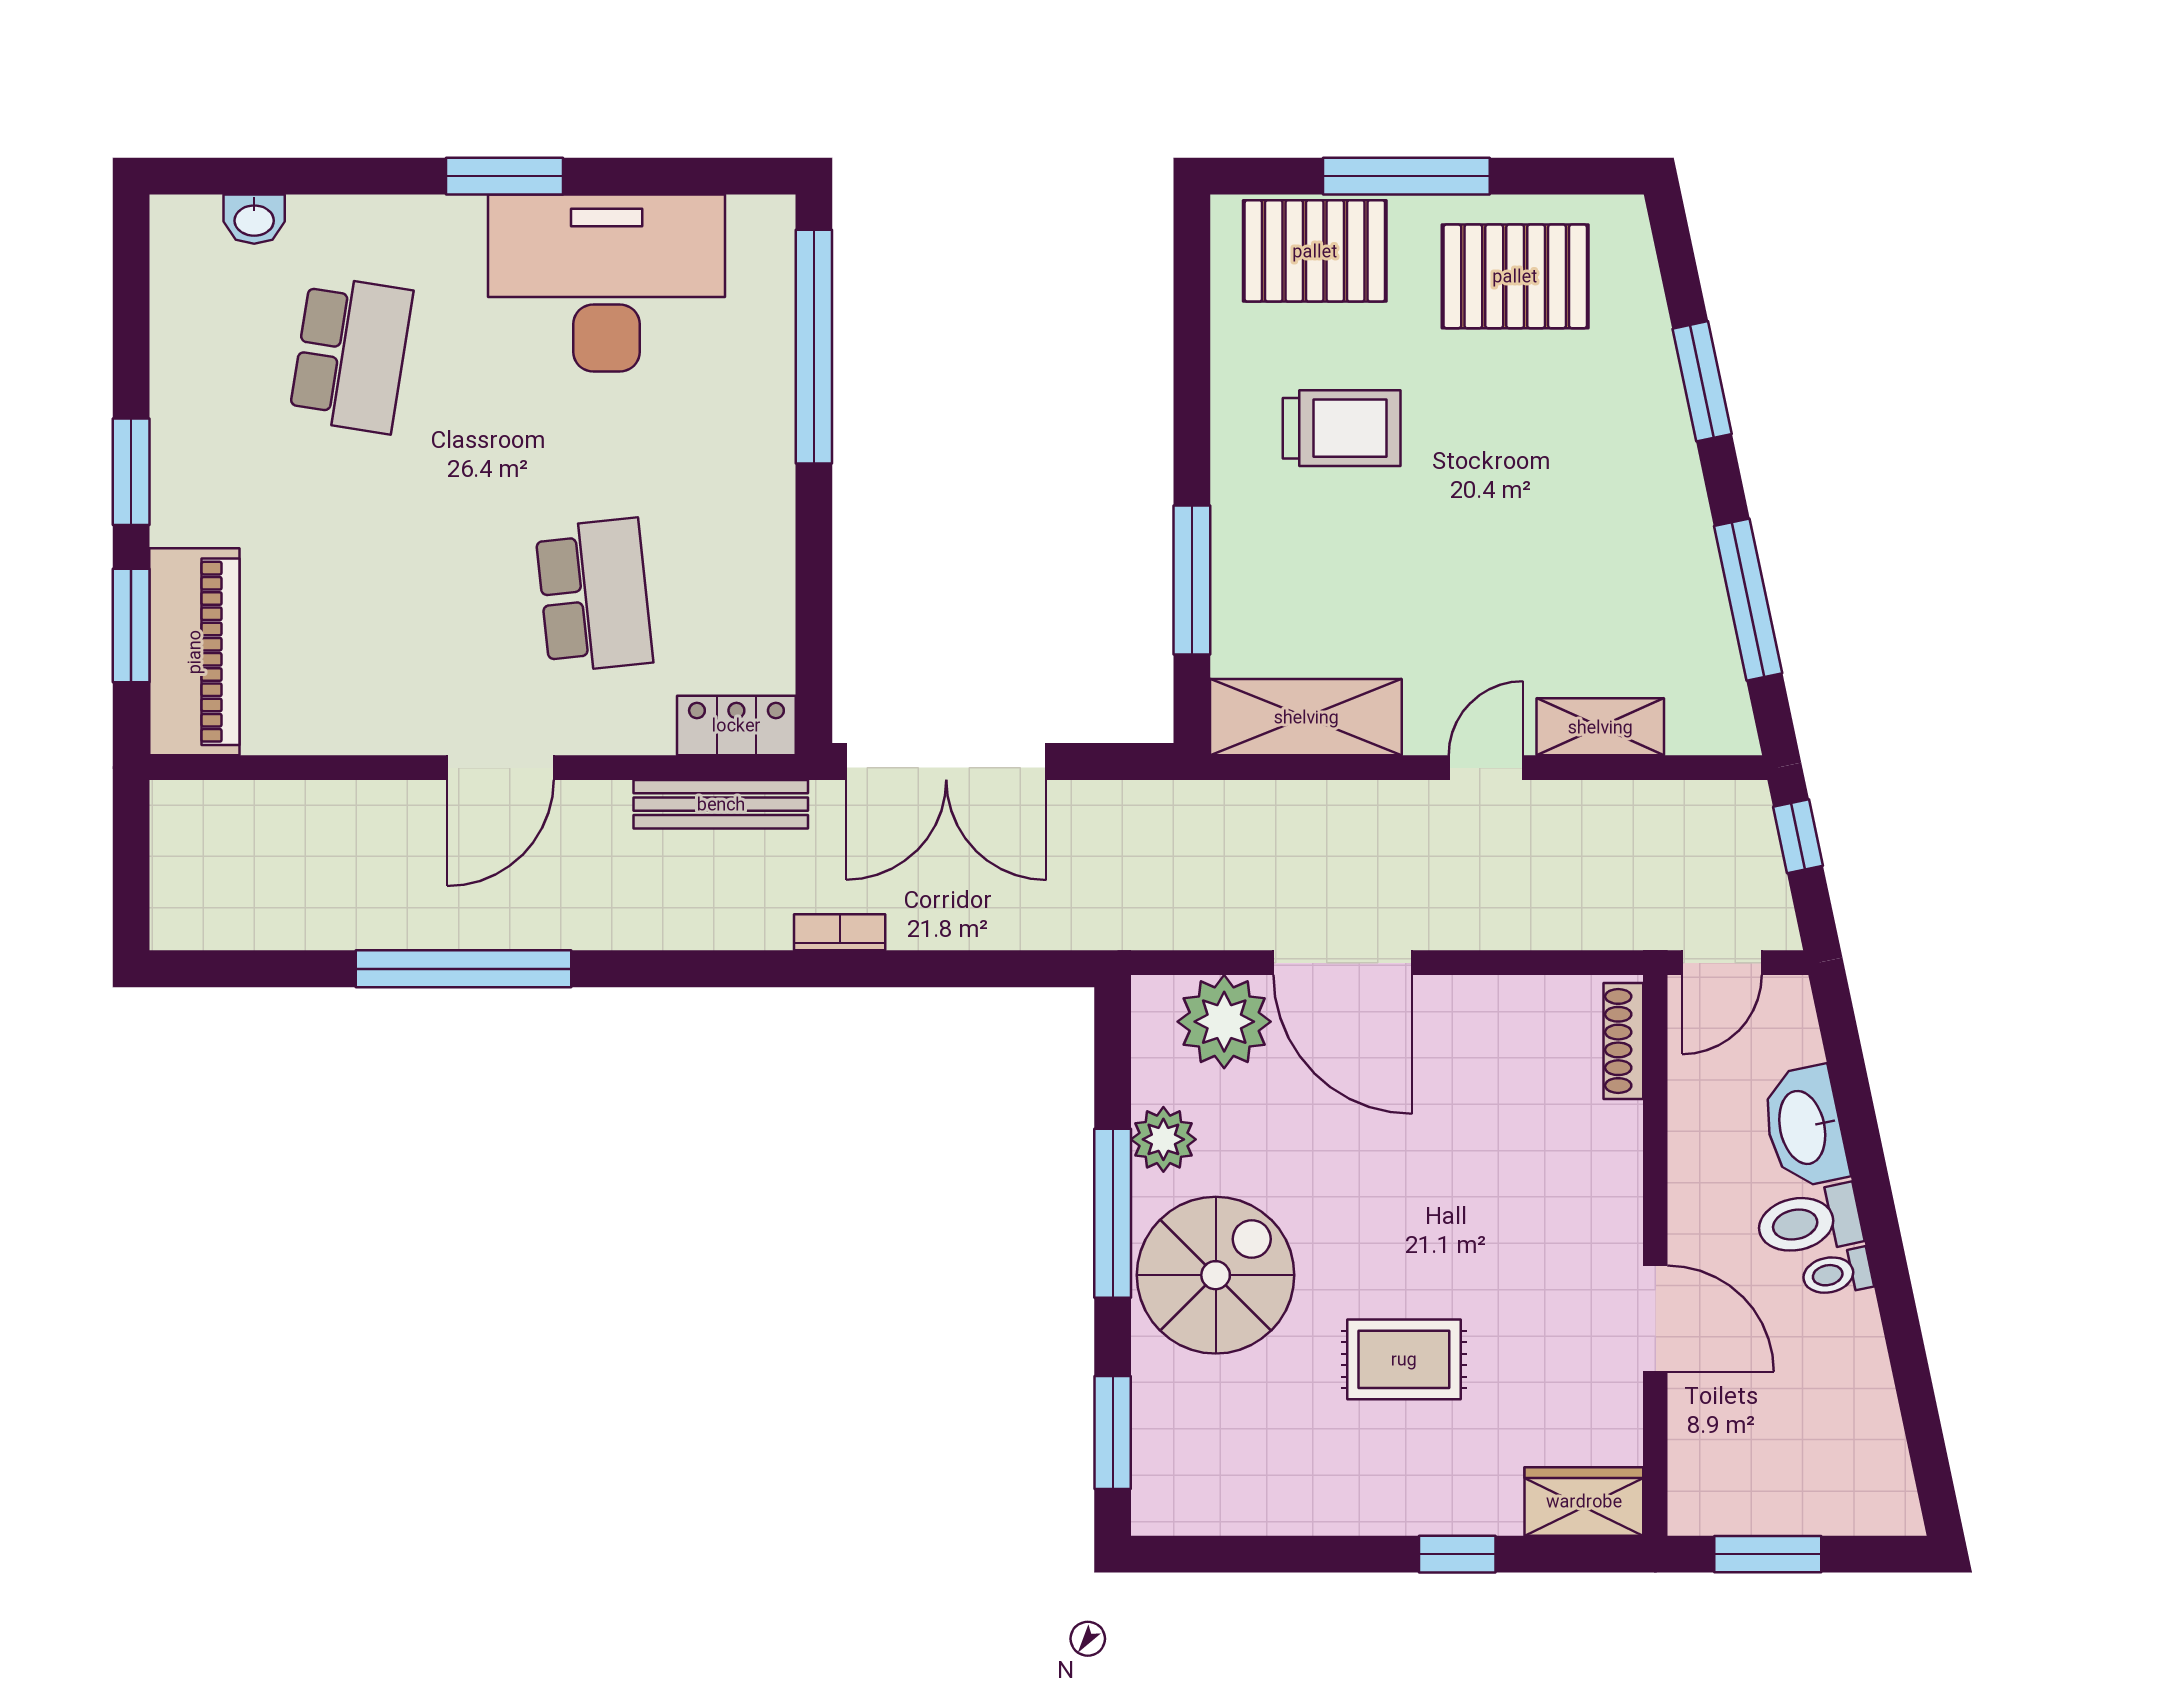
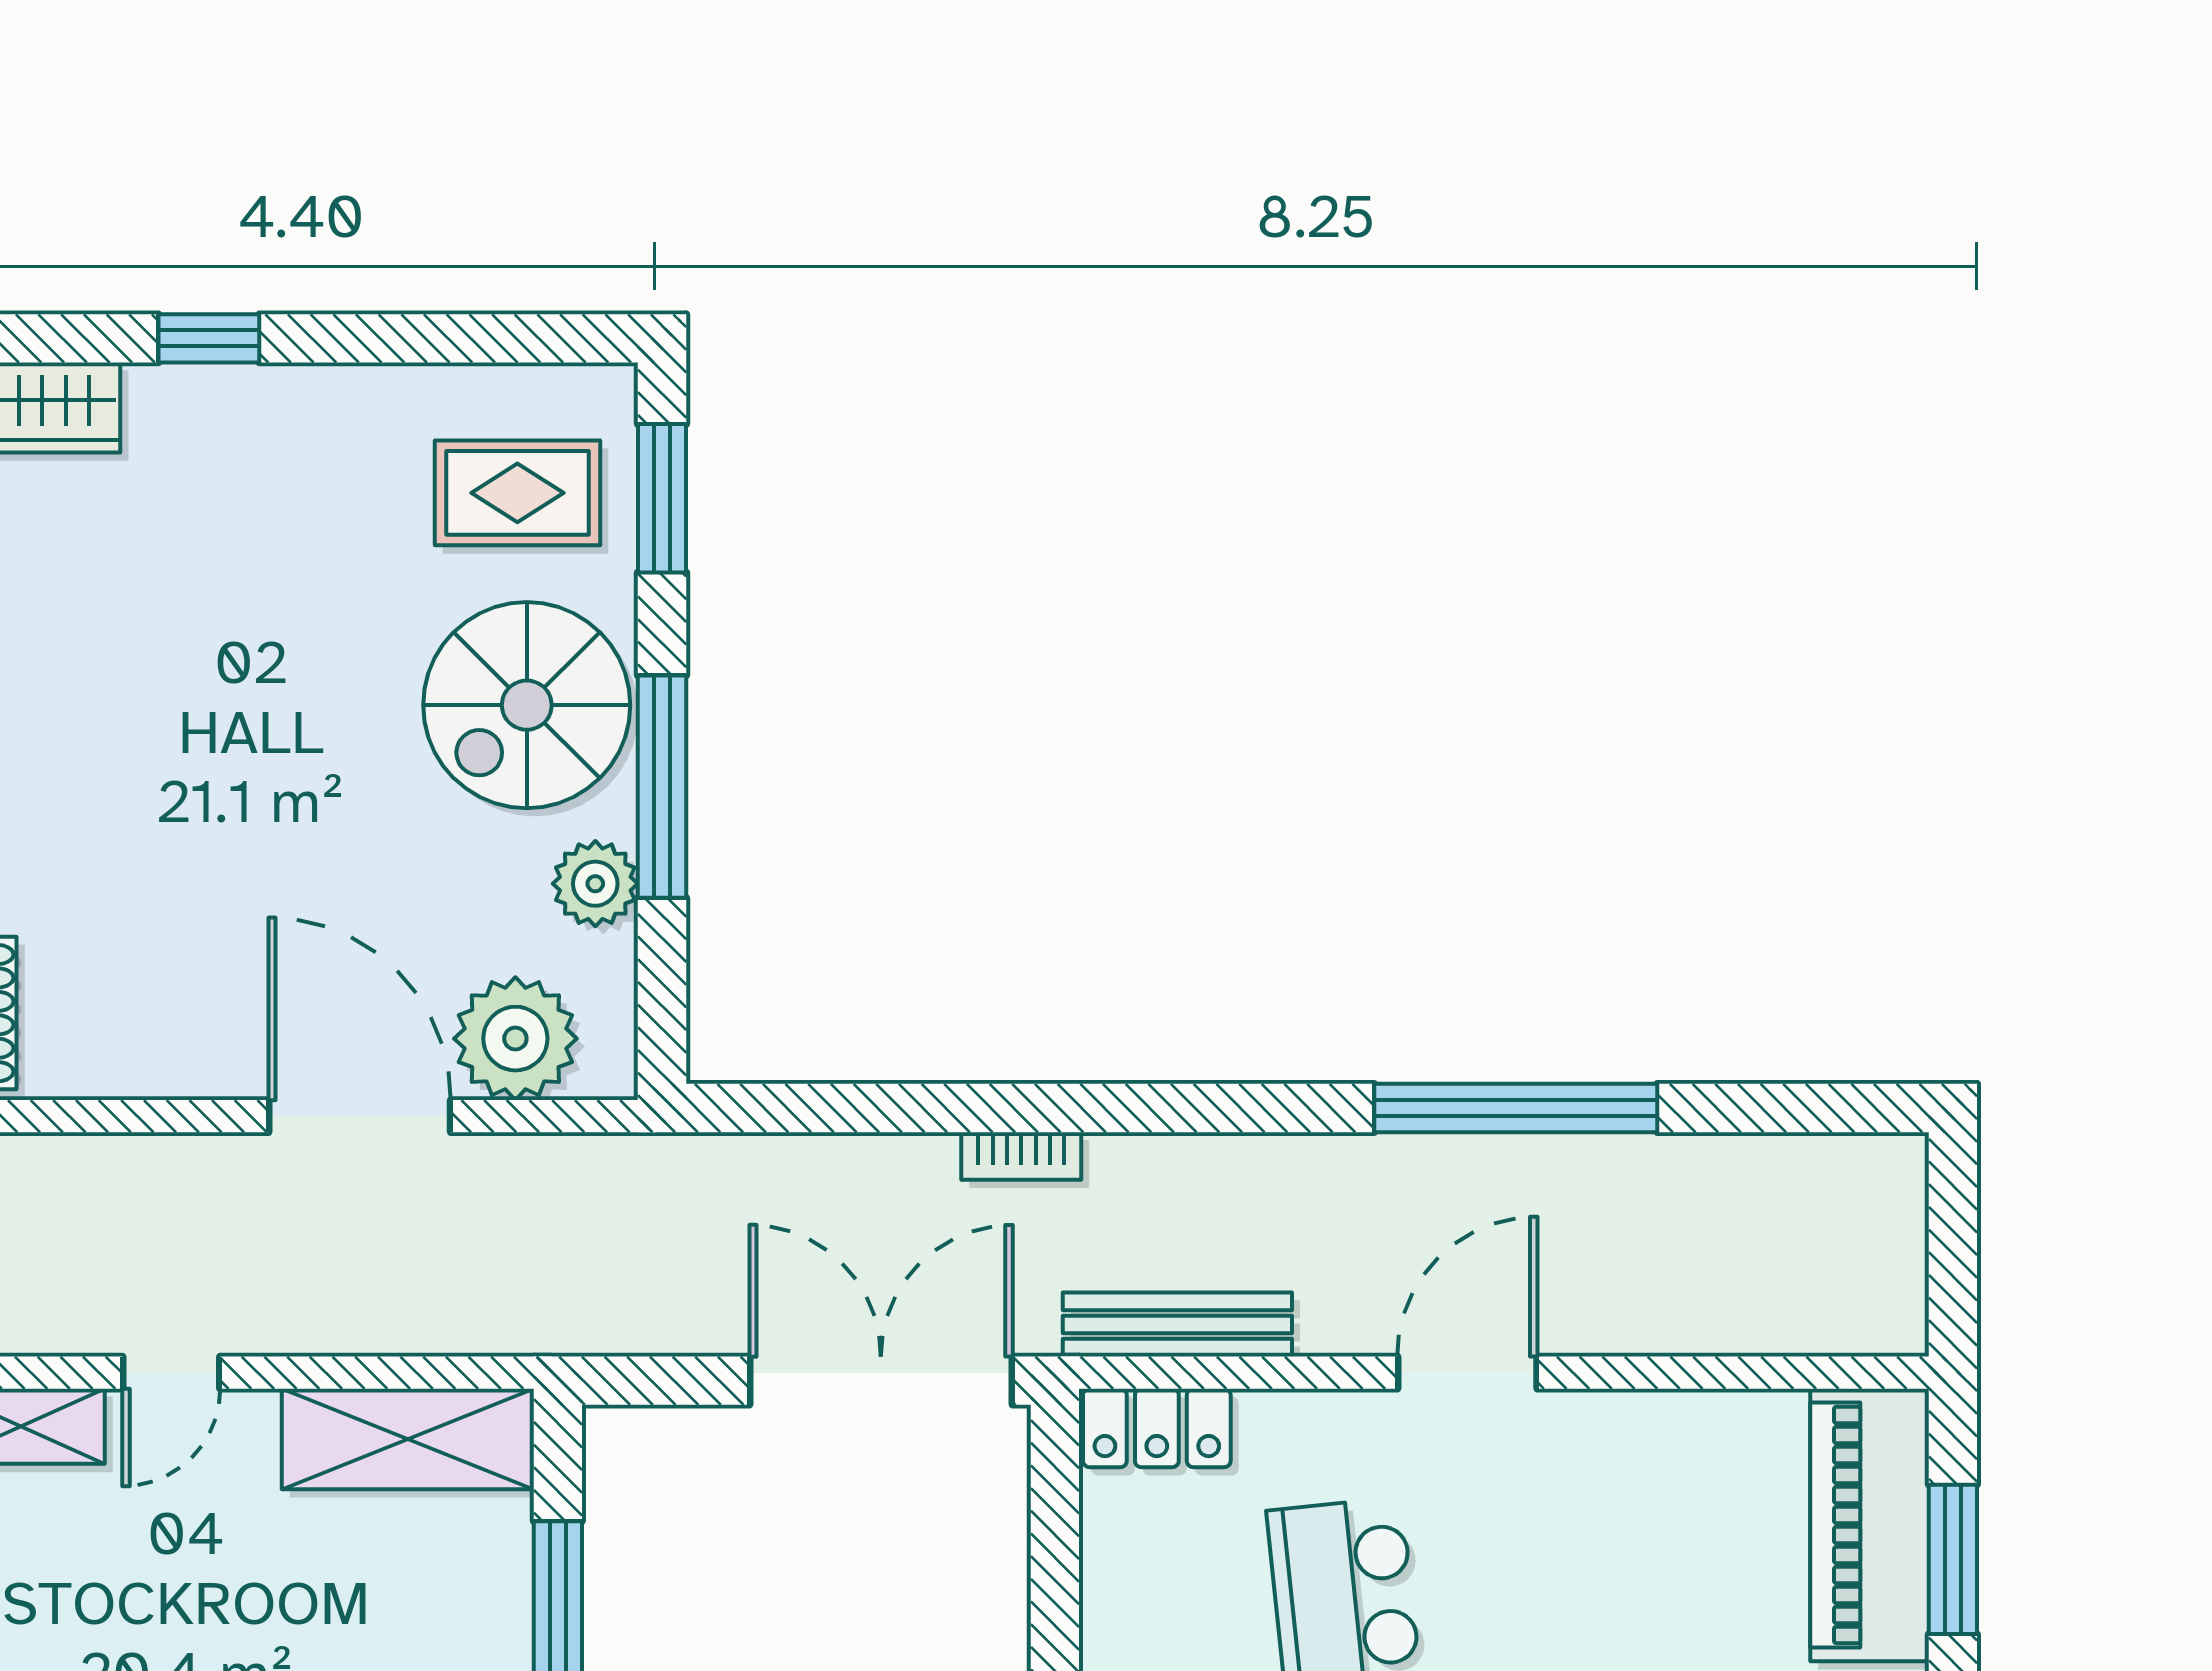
rug: (1404, 1359) -> (517, 493), moved

